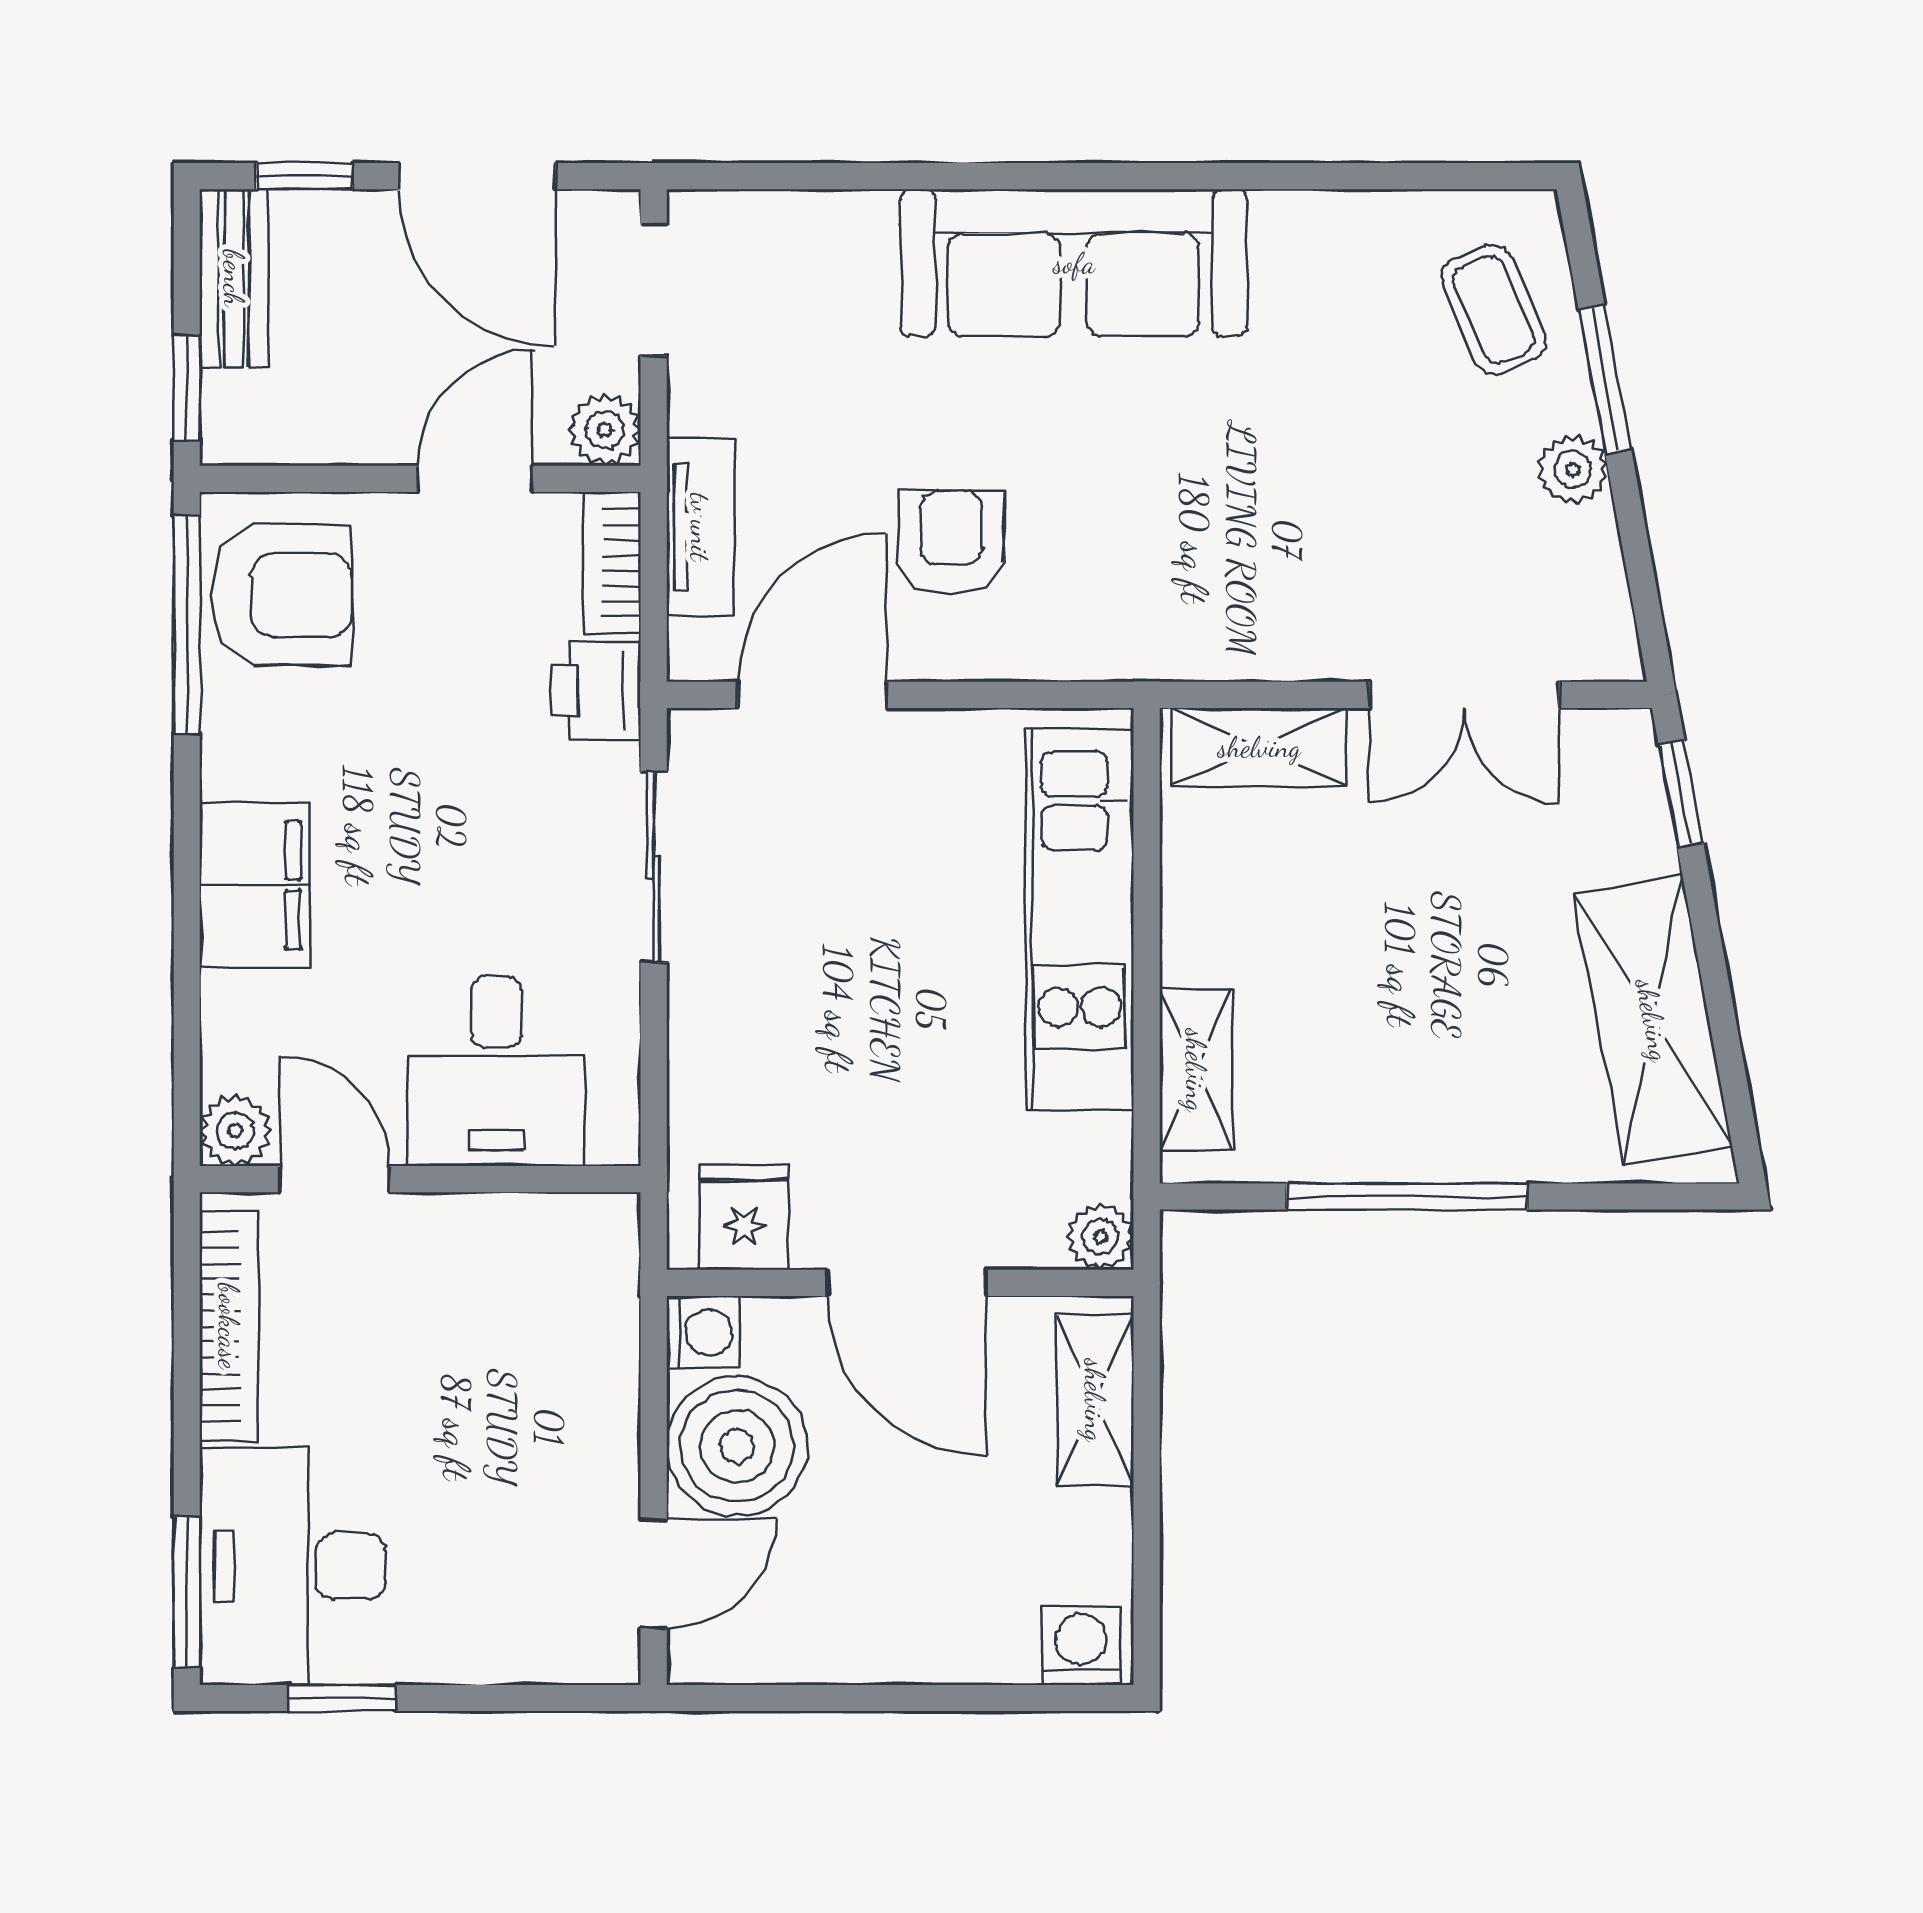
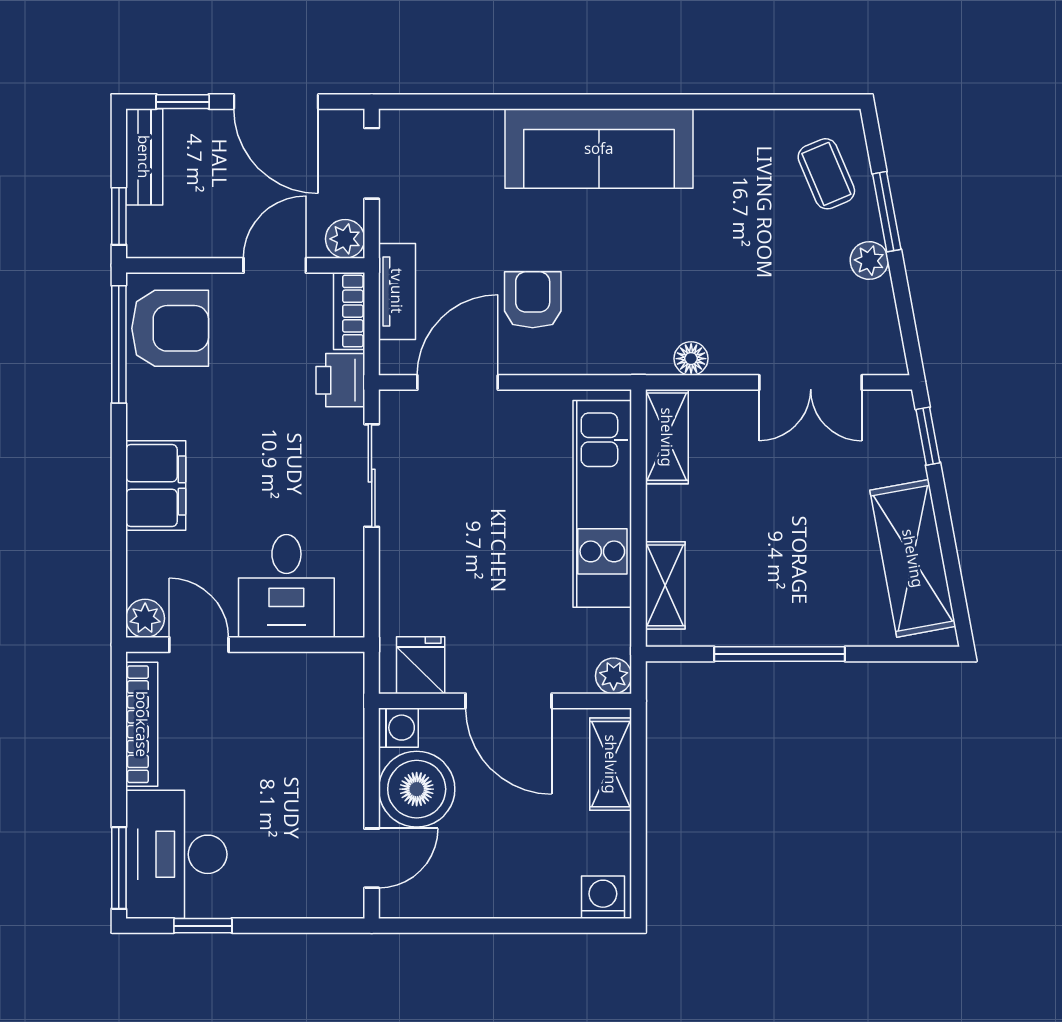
floor lamp: (1243, 651) -> (691, 359), added
shelving: (1259, 747) -> (667, 437), moved, turned 90

